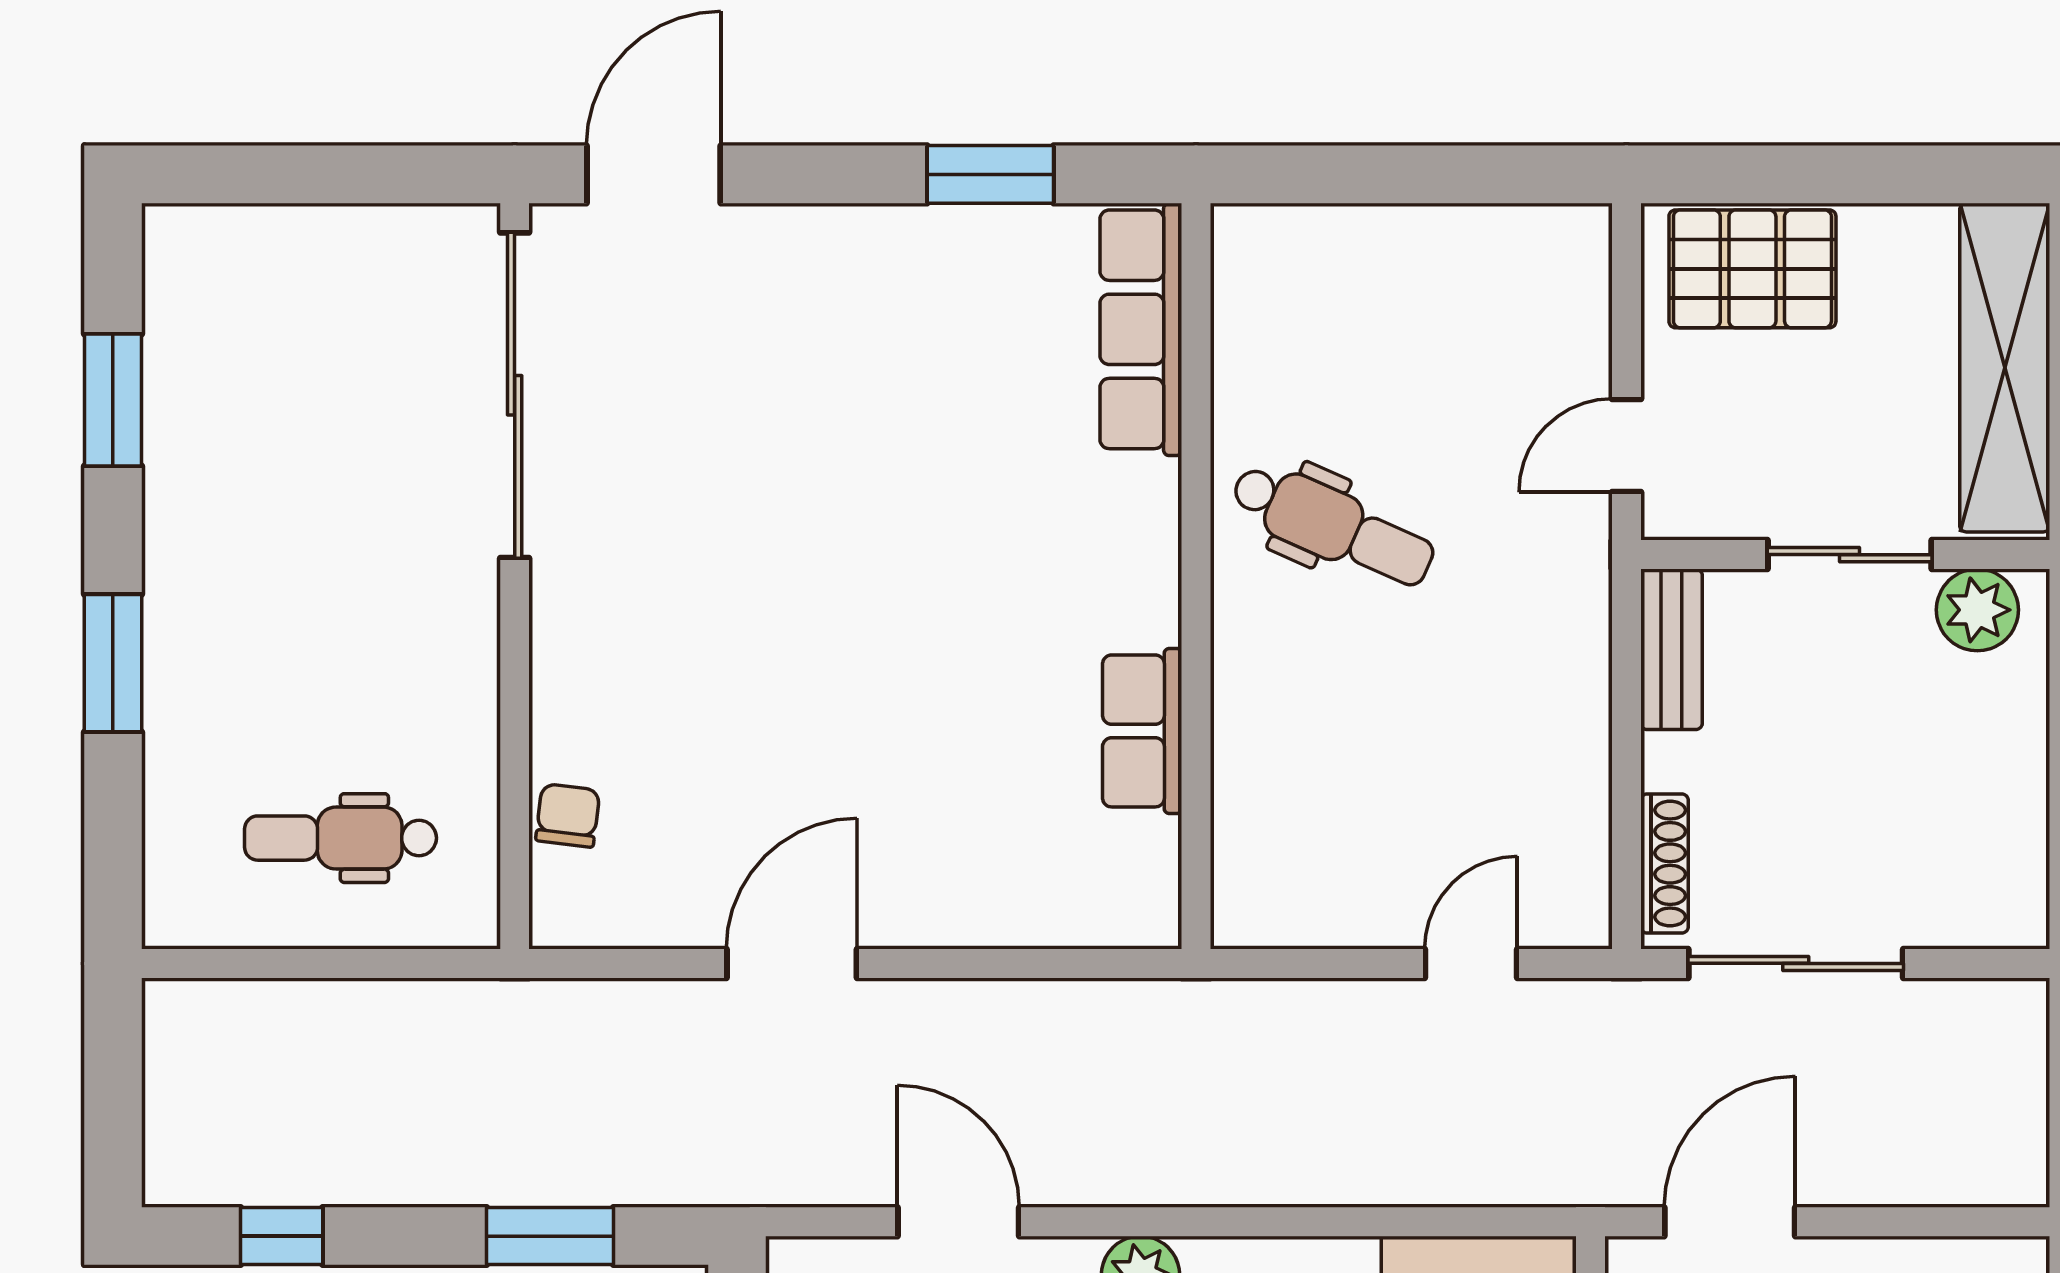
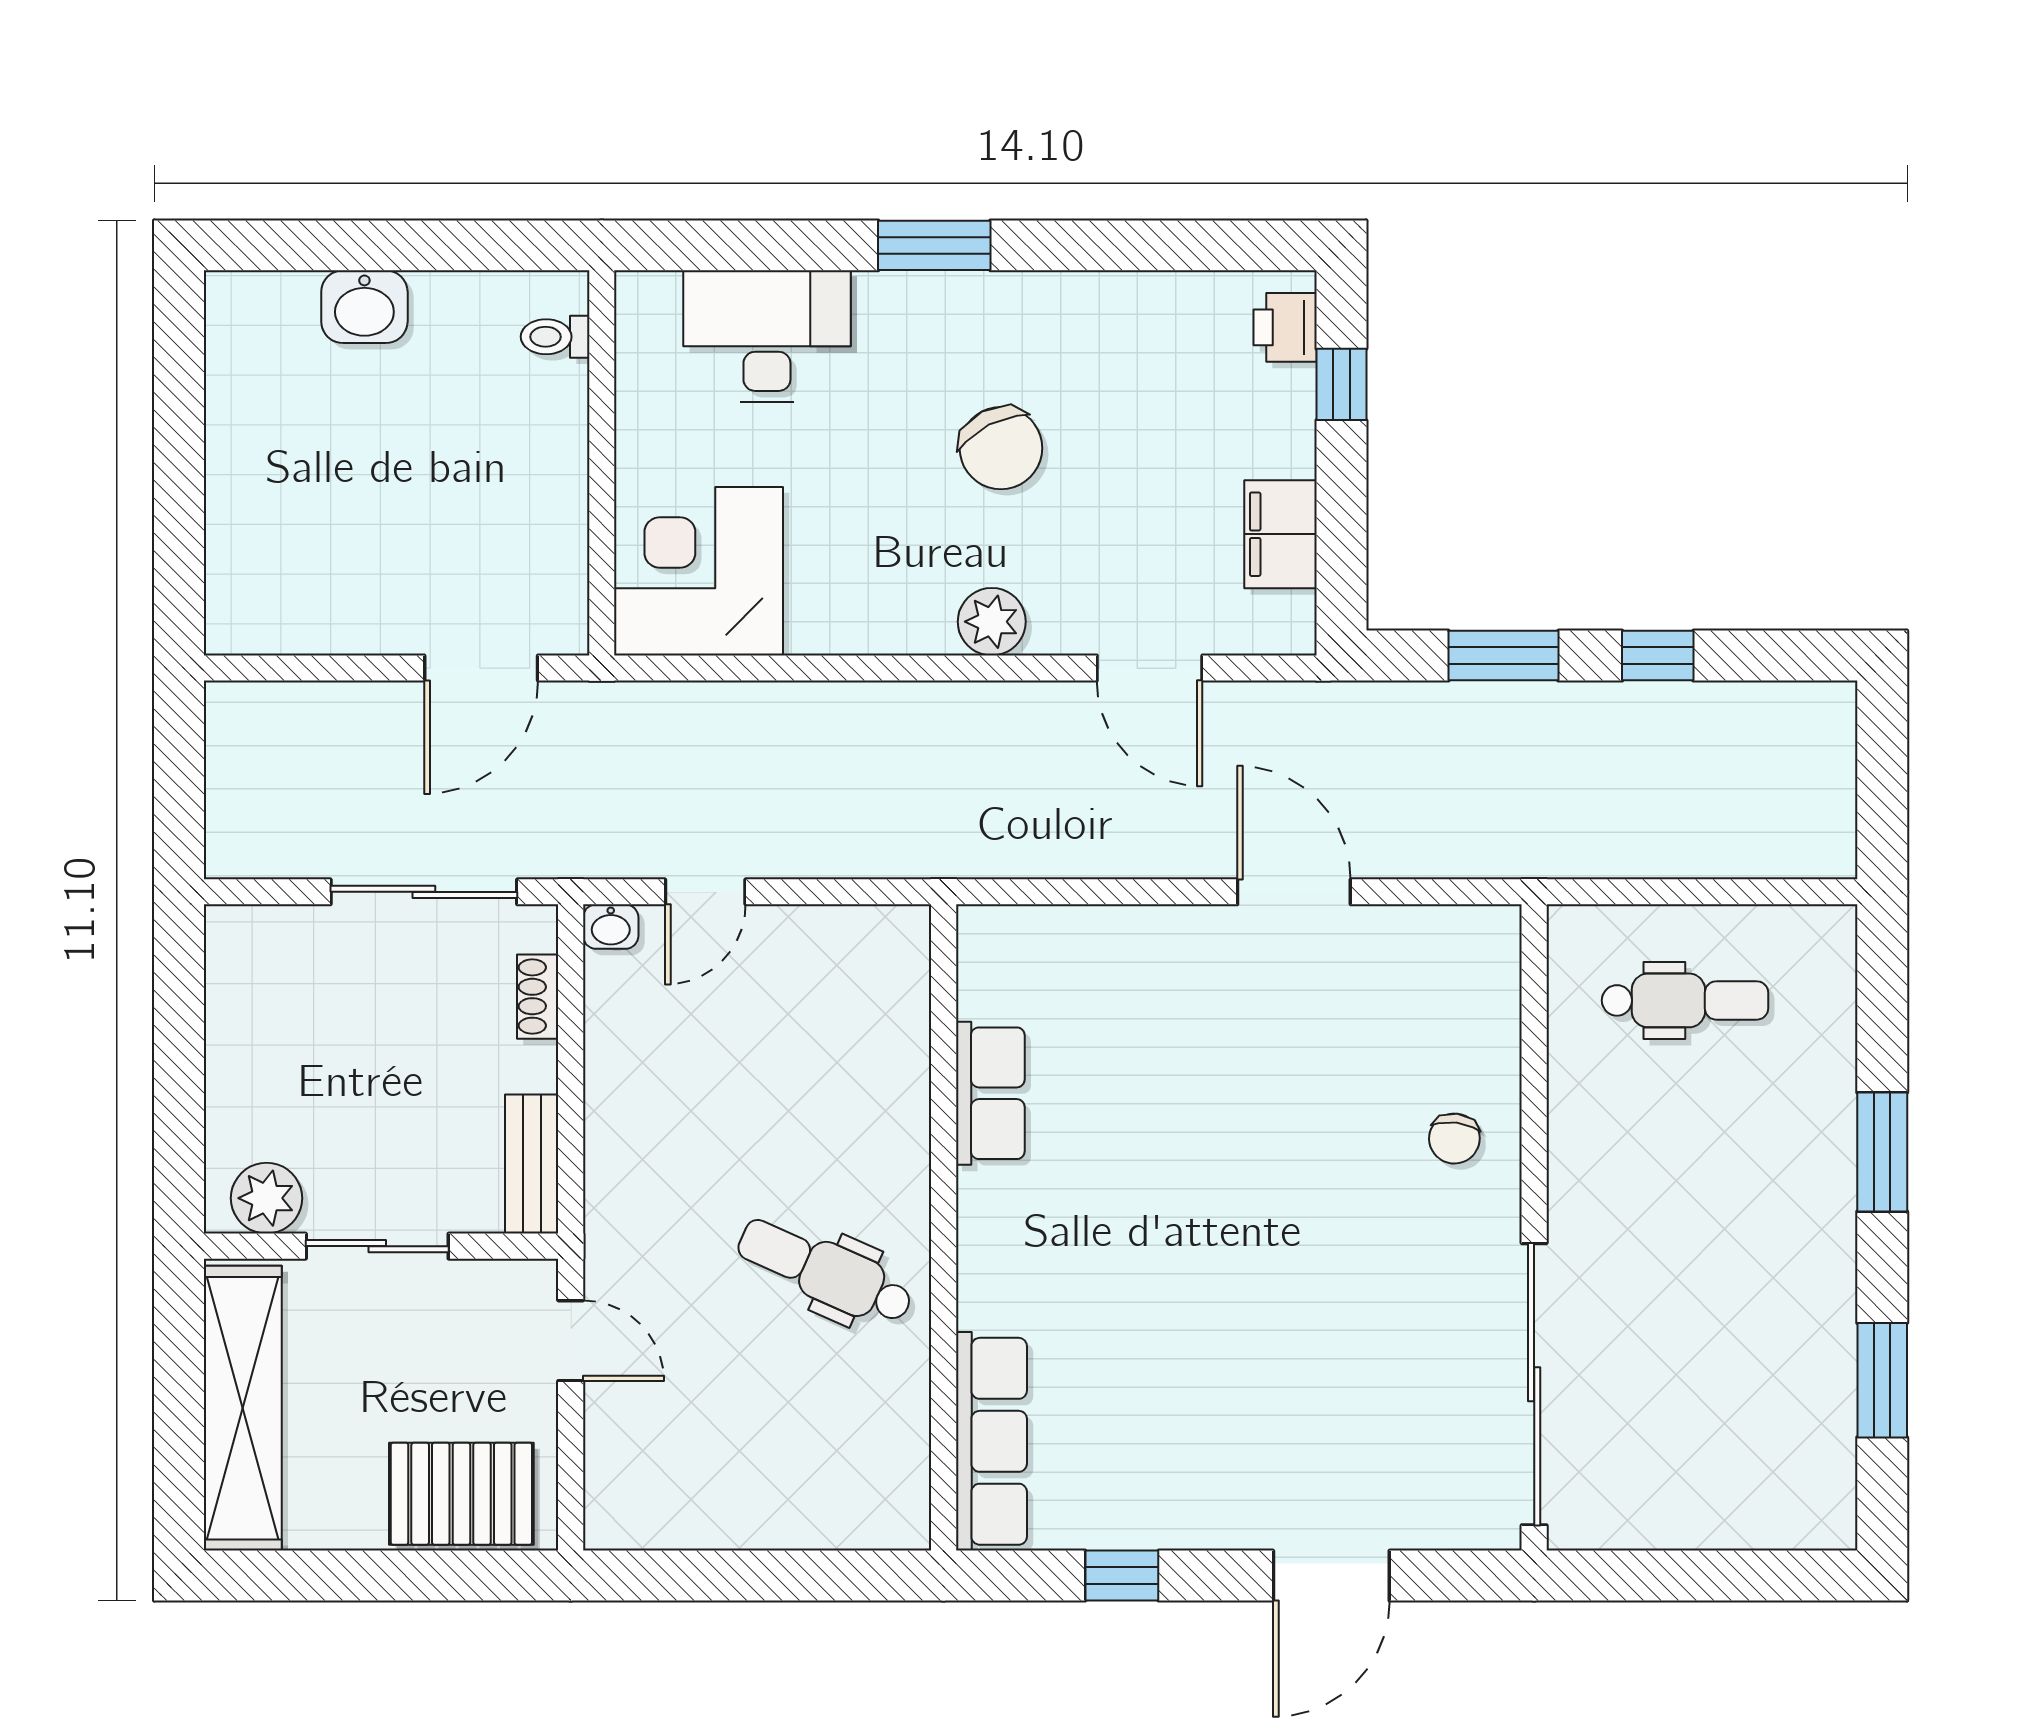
door: (654, 174) -> (1331, 1576), moved
window: (990, 174) -> (1122, 1576), width x0.67
door: (1626, 445) -> (571, 1341), hinge flipped
chair: (568, 815) -> (1454, 1139), moved
shoe rack: (1664, 864) -> (538, 997), width x0.70
washbasin: (1580, 923) -> (611, 927), added
door: (792, 963) -> (1294, 892), swing flipped
window: (282, 1236) -> (1658, 656), moved

